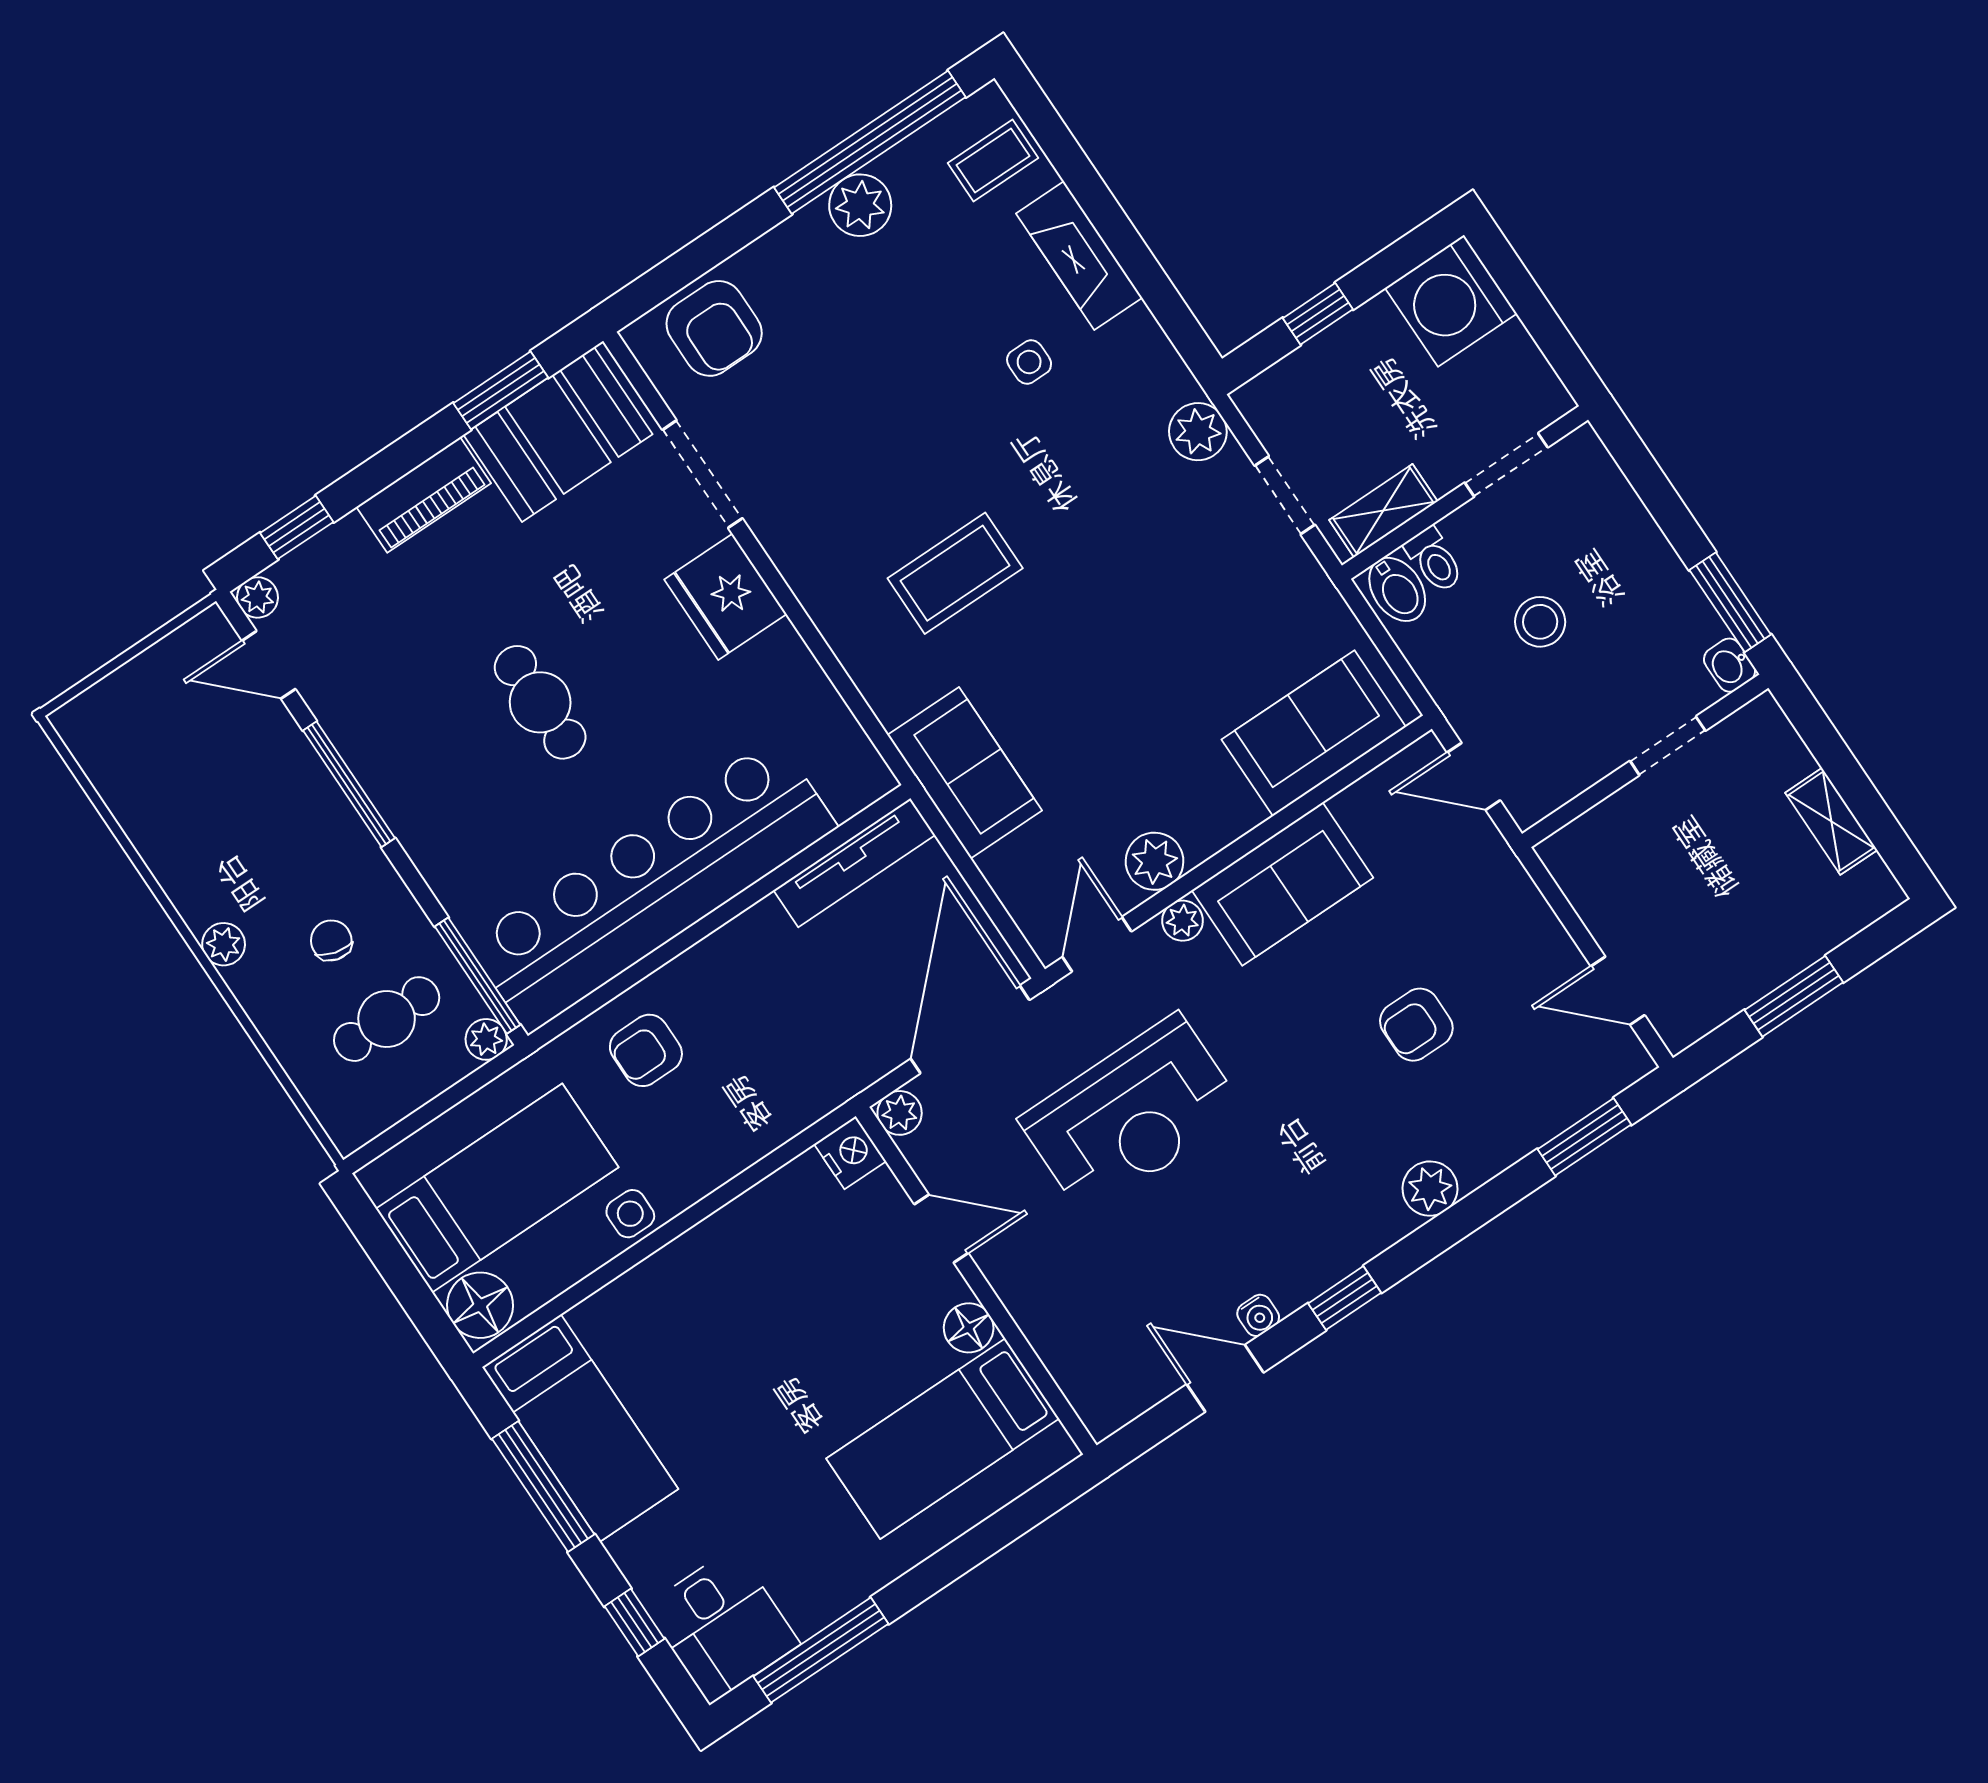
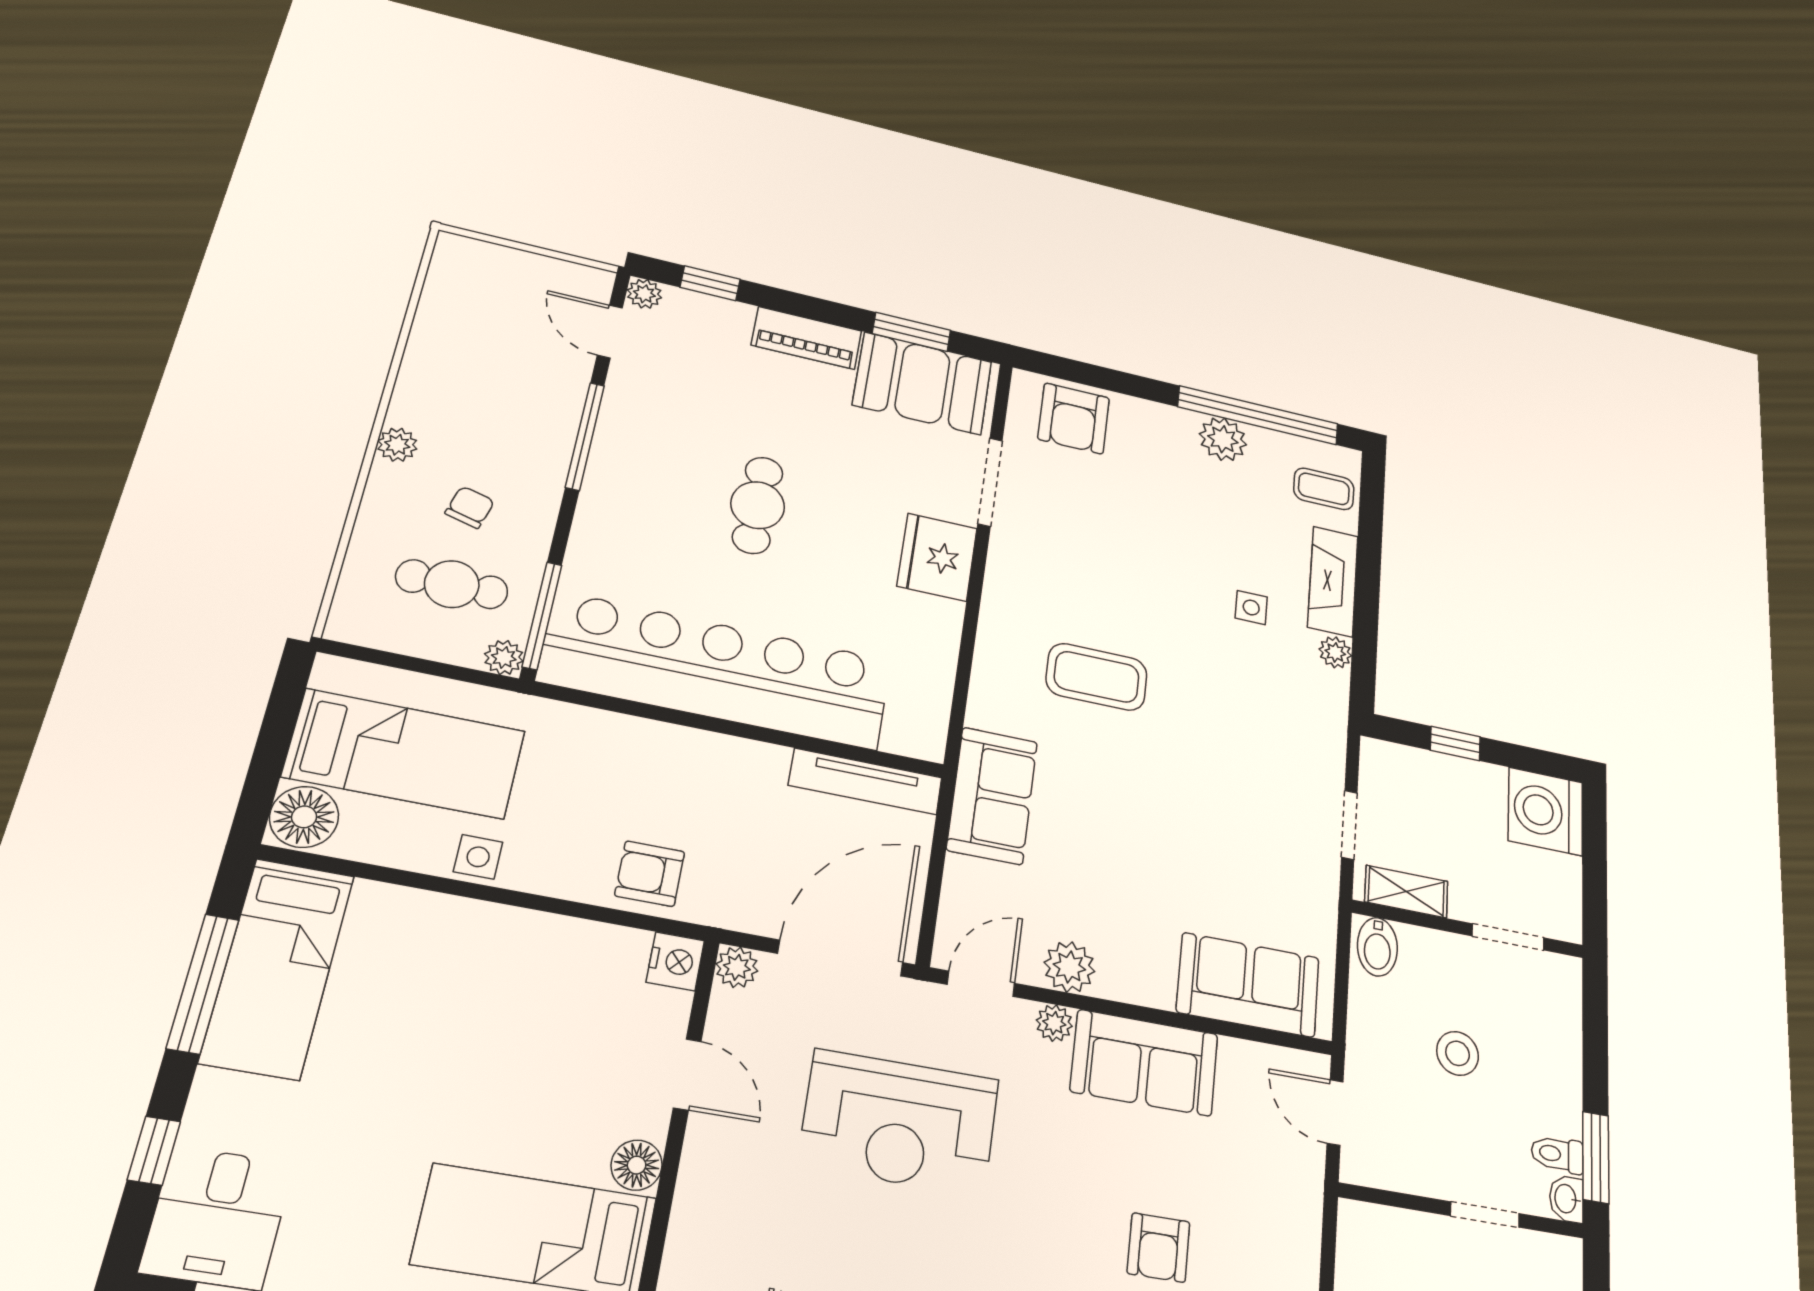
plant: (1198, 432) -> (1335, 652), moved, width x0.73, depth x0.73
toilet: (1434, 560) -> (1557, 1154), moved, turned 90
armchair: (1416, 1025) -> (1159, 1248), turned -90
armchair: (646, 1050) -> (650, 874), moved

